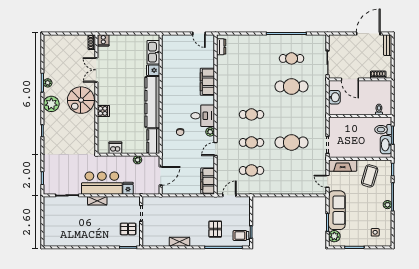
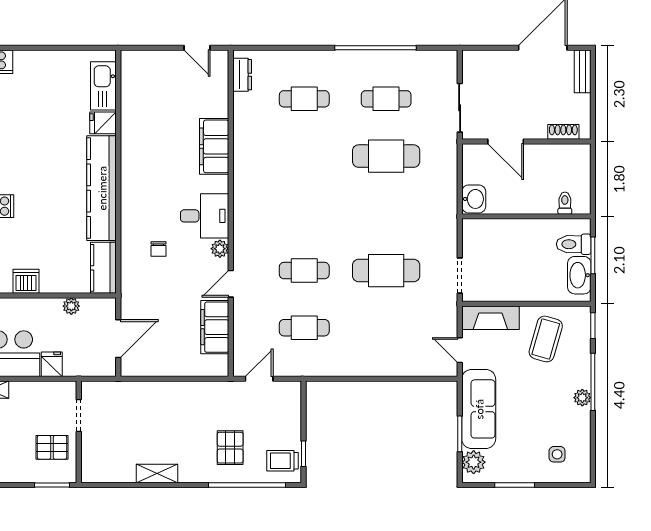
washbasin: (334, 97) -> (474, 199), moved
cafe table: (251, 114) -> (304, 99), moved
filing cabinet: (208, 181) -> (215, 327), moved

